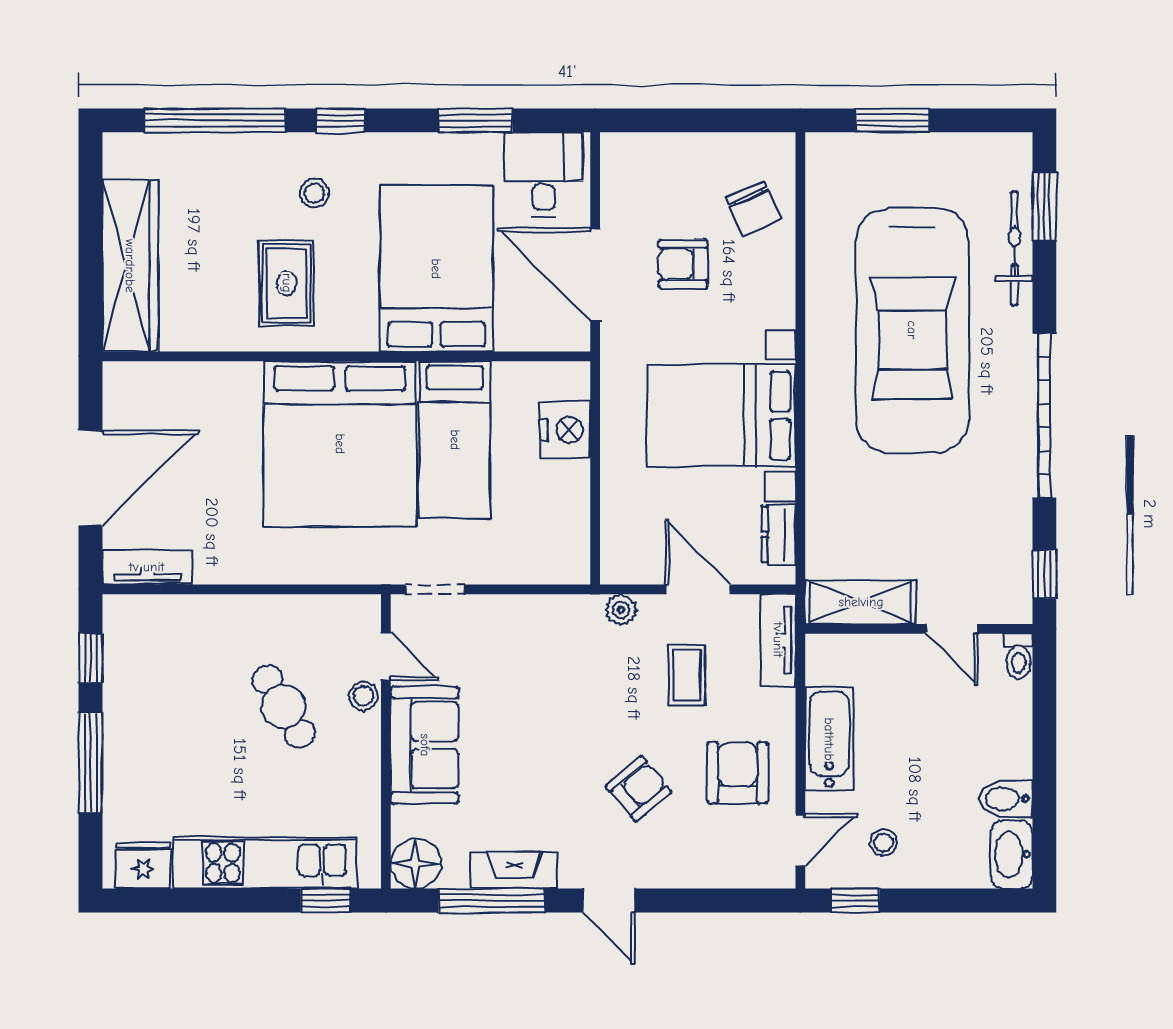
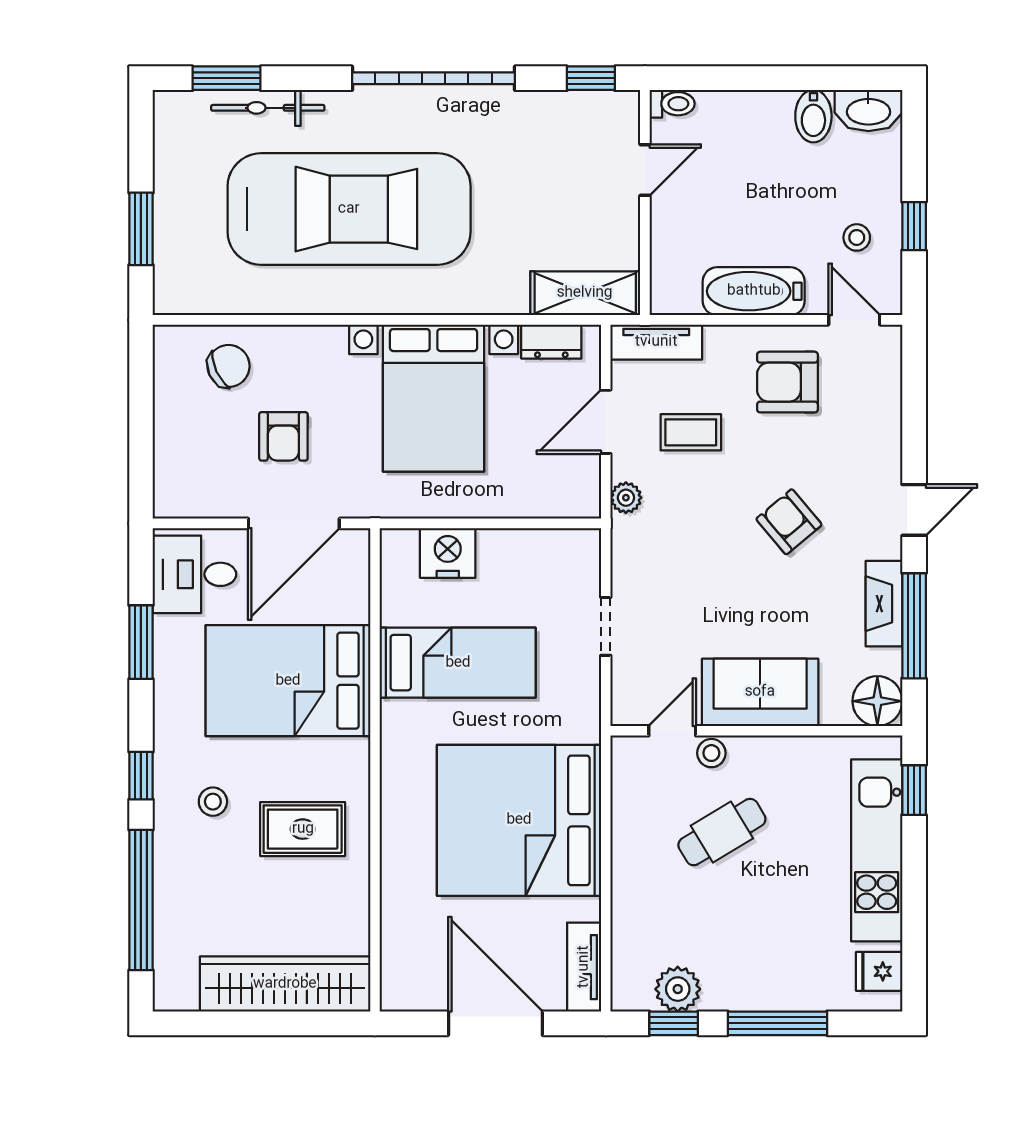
bed: (340, 444) -> (519, 820), moved, turned 180
doorway: (435, 589) -> (606, 626), moved
shelving: (861, 602) -> (585, 293), moved, turned 90
plant: (125, 662) -> (678, 989), added
armchair: (639, 789) -> (789, 522), moved
fridge: (143, 865) -> (879, 971), width x0.72
window: (855, 900) -> (914, 226), moved

